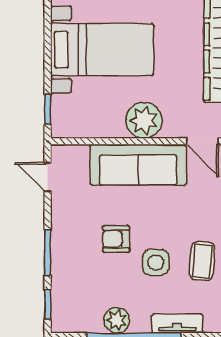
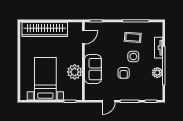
plant: (144, 120) -> (75, 72), moved
sofa: (138, 165) -> (93, 69), width x0.73
door: (48, 177) -> (109, 101), moved

